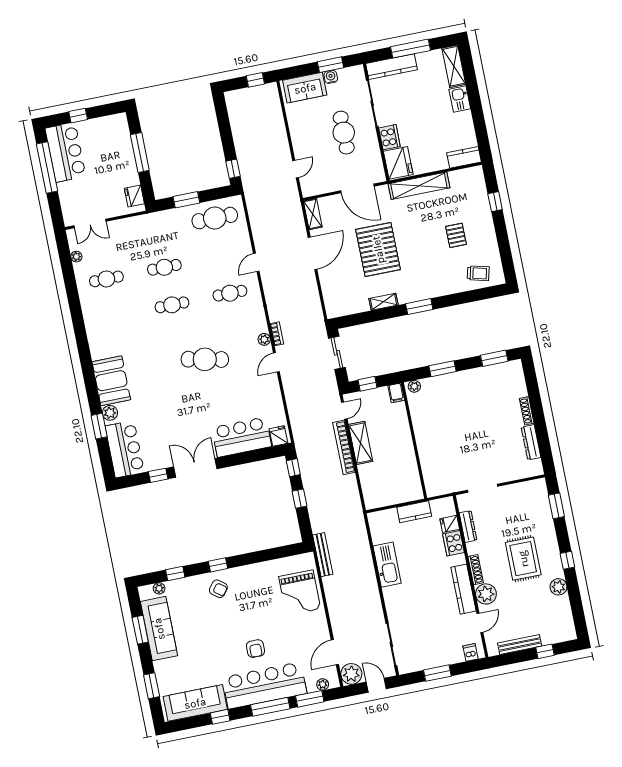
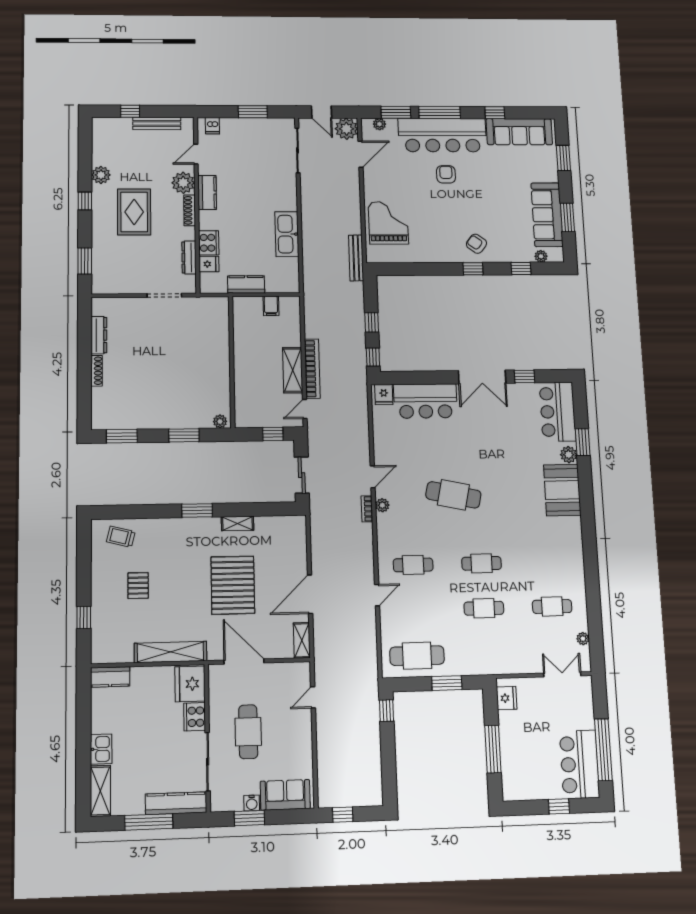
filing cabinet: (396, 393) -> (271, 306), moved, turned 180
kitchen counter: (463, 589) -> (207, 193), width x0.67

